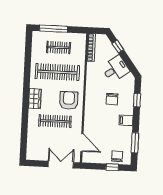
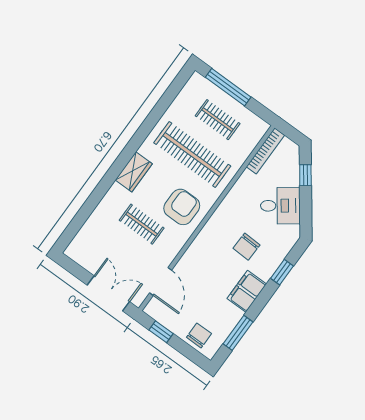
filing cabinet: (126, 120) -> (247, 291), width x2.00
clothes rail: (55, 121) -> (142, 224), width x0.73
window: (112, 167) -> (161, 332), moved

